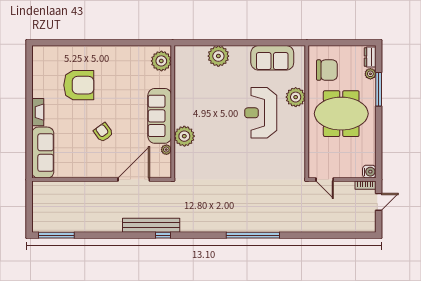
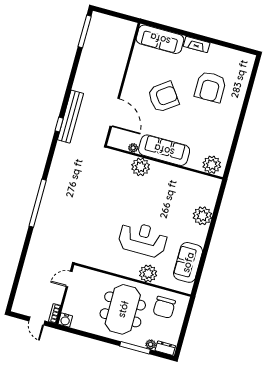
armchair: (103, 132) -> (163, 97), width x1.88, depth x1.88

